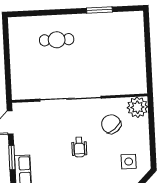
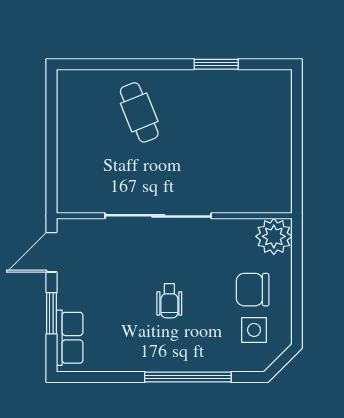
cafe table: (57, 40) -> (139, 112), turned 68
chair: (111, 124) -> (253, 290), moved, turned -51

